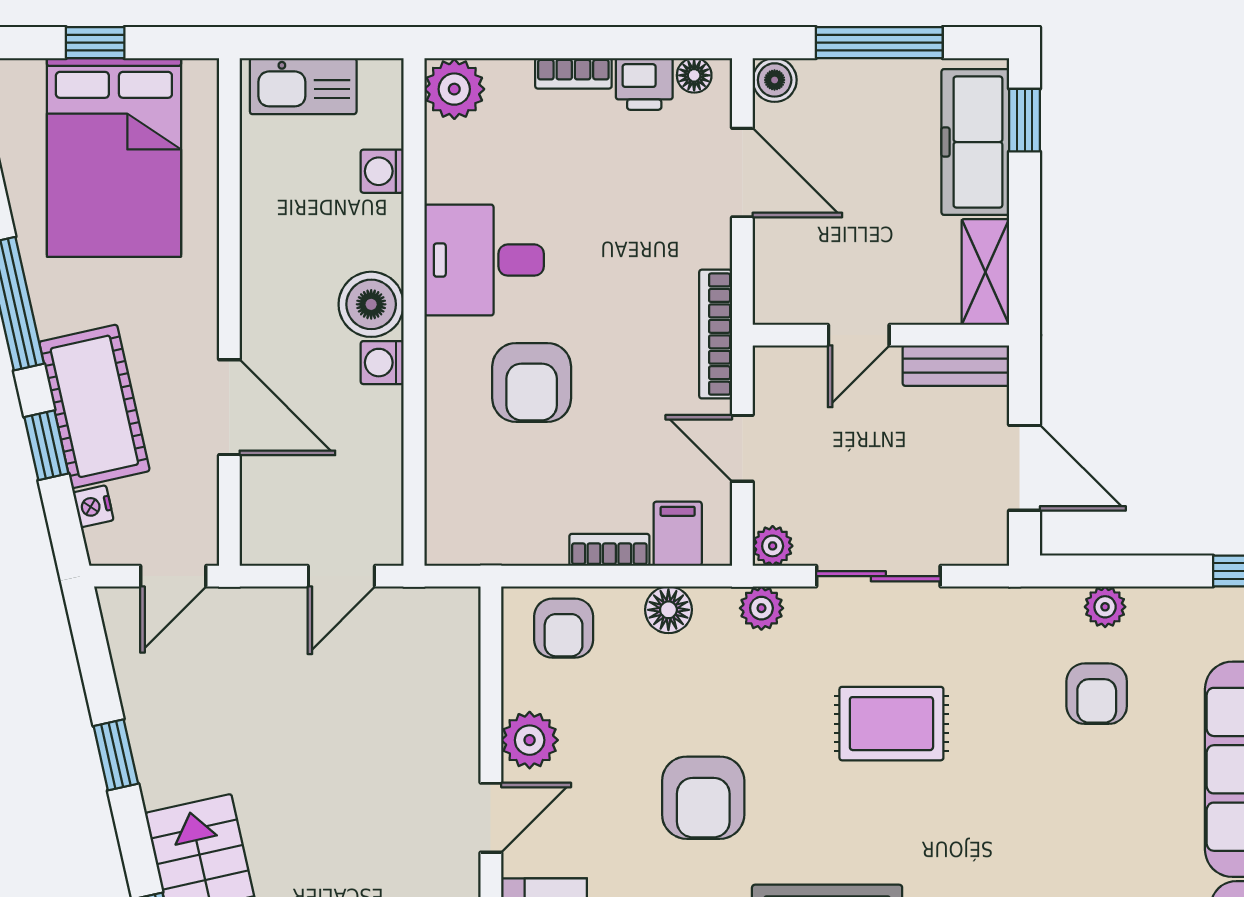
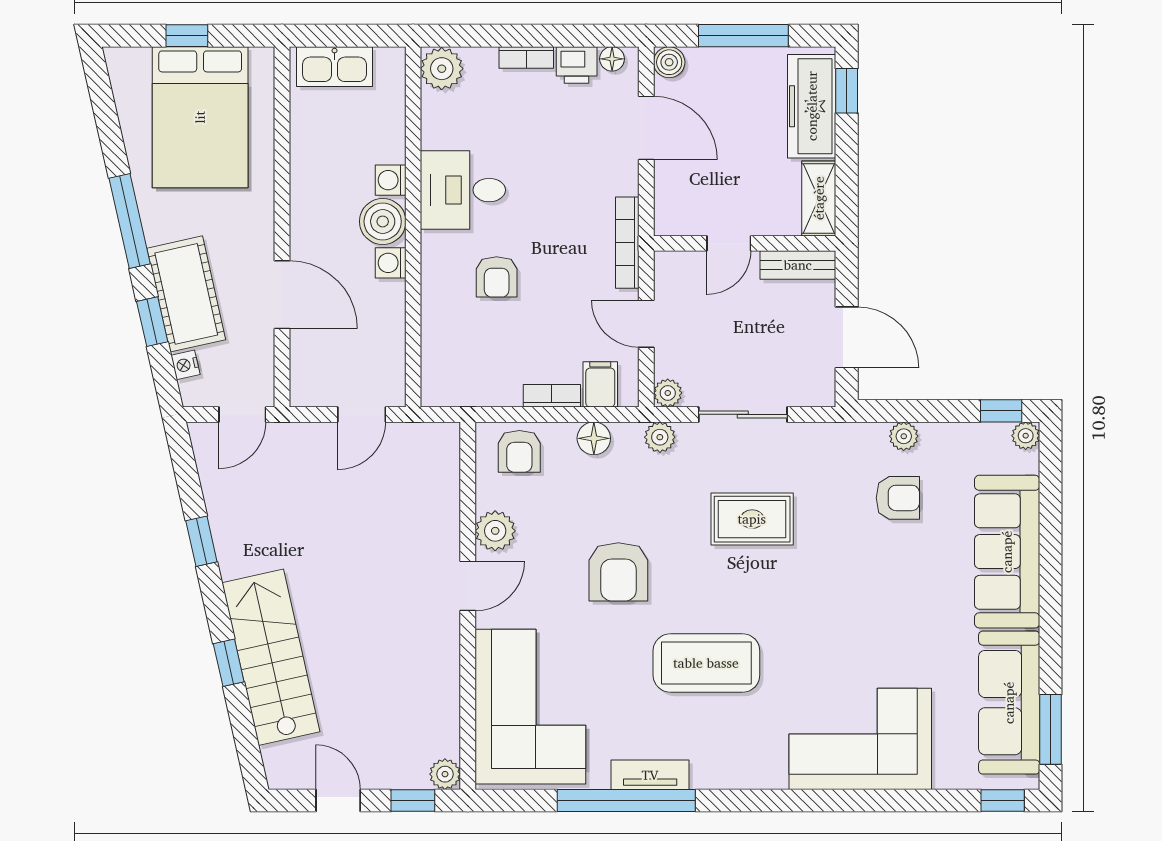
washing machine: (382, 171) -> (391, 180), moved
armchair: (532, 382) -> (497, 277), width x0.72, depth x0.72
armchair: (1097, 694) -> (898, 498), turned -90

